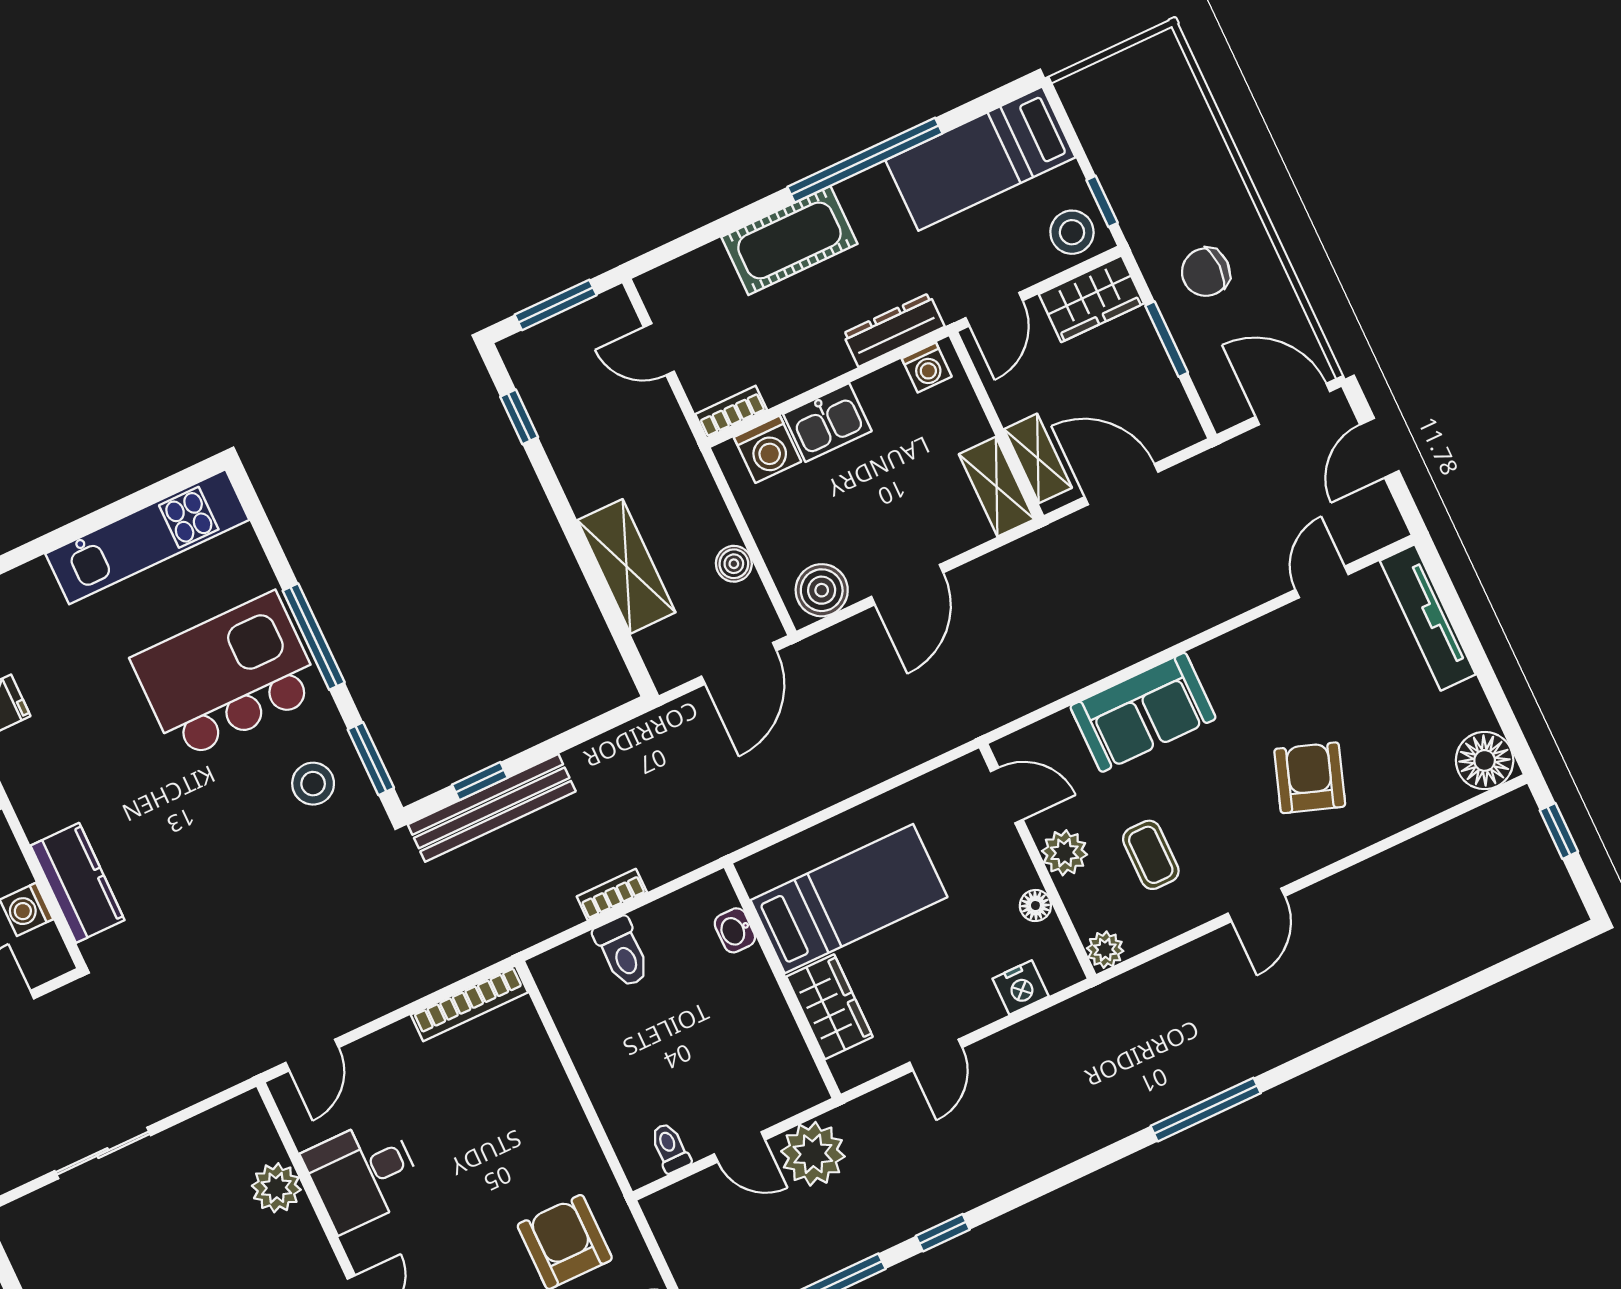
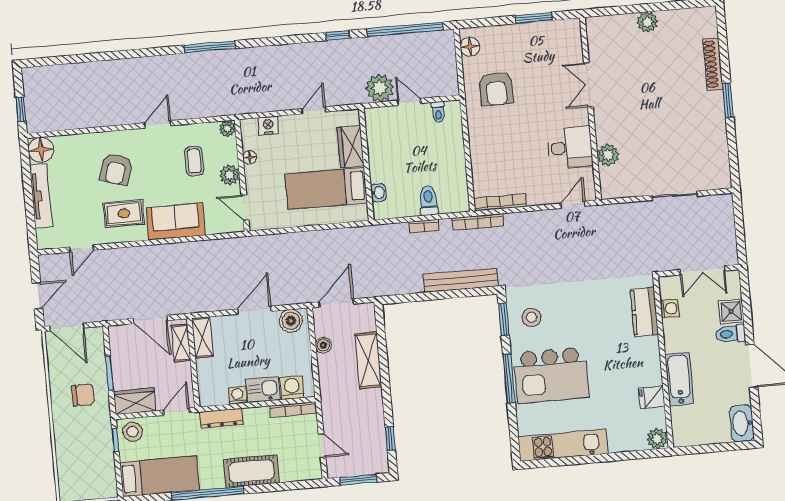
washing machine: (927, 367) -> (237, 395), moved
bookcase: (731, 412) -> (293, 409), width x1.56
tv unit: (1428, 617) -> (41, 196), moved
rug: (1259, 690) -> (124, 213), added
window: (480, 781) -> (462, 293), removed
bookcase: (501, 945) -> (478, 222), added

